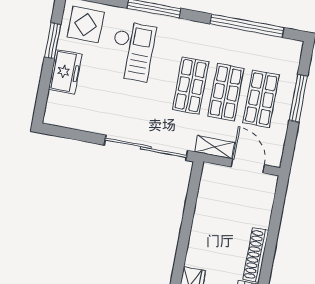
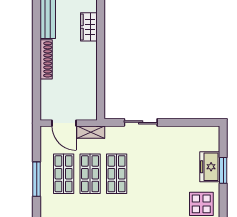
window: (53, 41) -> (223, 170), moved
checkout: (132, 51) -> (164, 191), removed
sliding door: (146, 148) -> (141, 122), width x0.54

